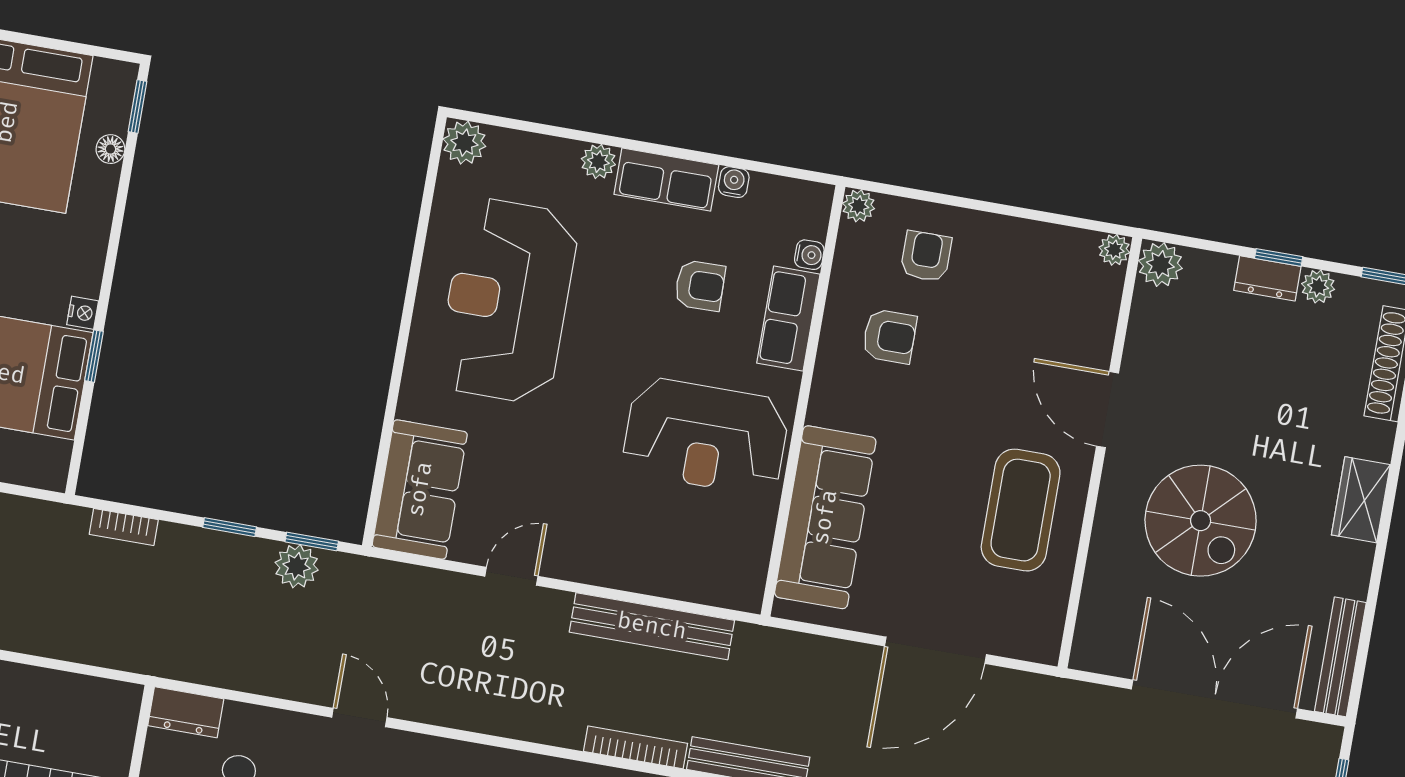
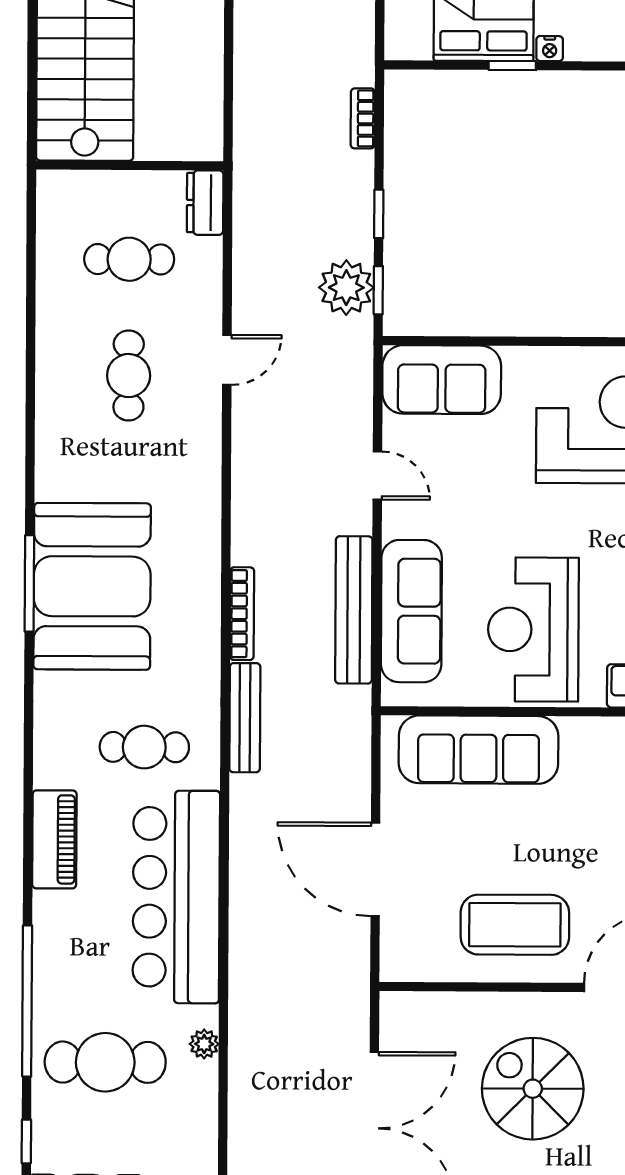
spiral stairs: (1201, 521) -> (533, 1089), turned 90
sofa: (664, 564) -> (411, 611), added
plant: (297, 566) -> (346, 288), width x1.36, depth x1.36

